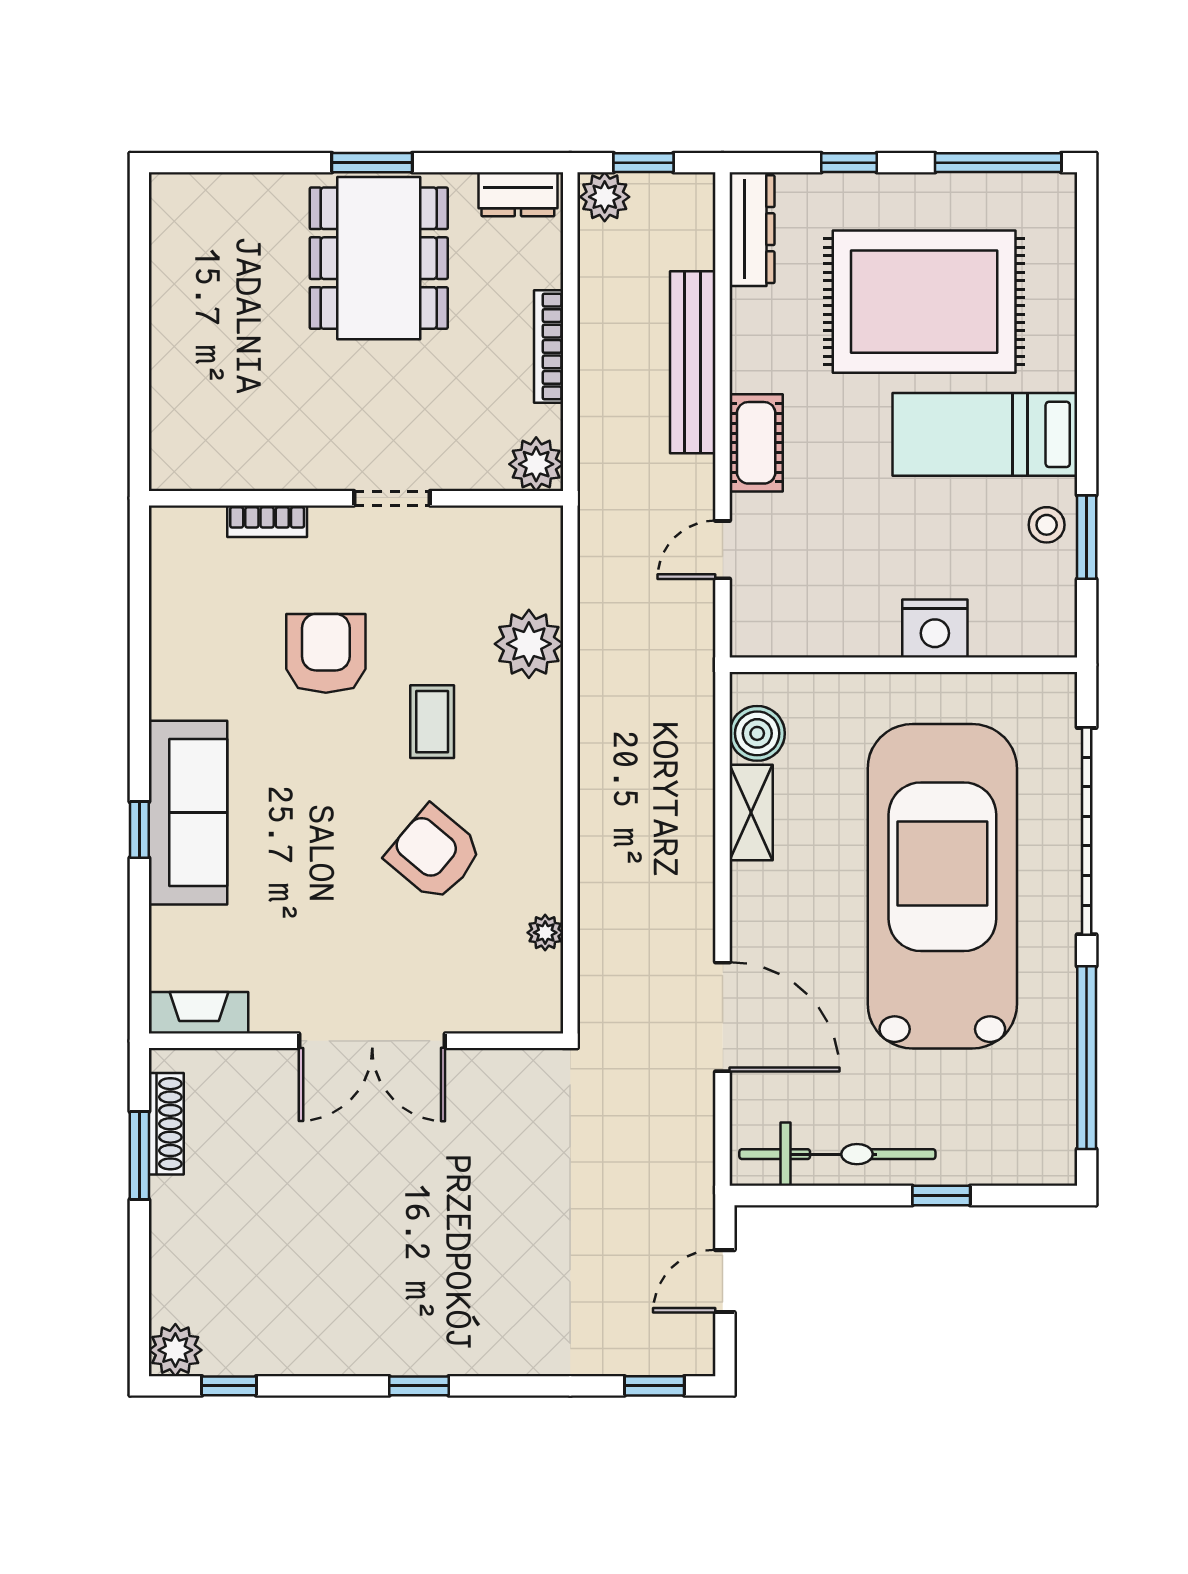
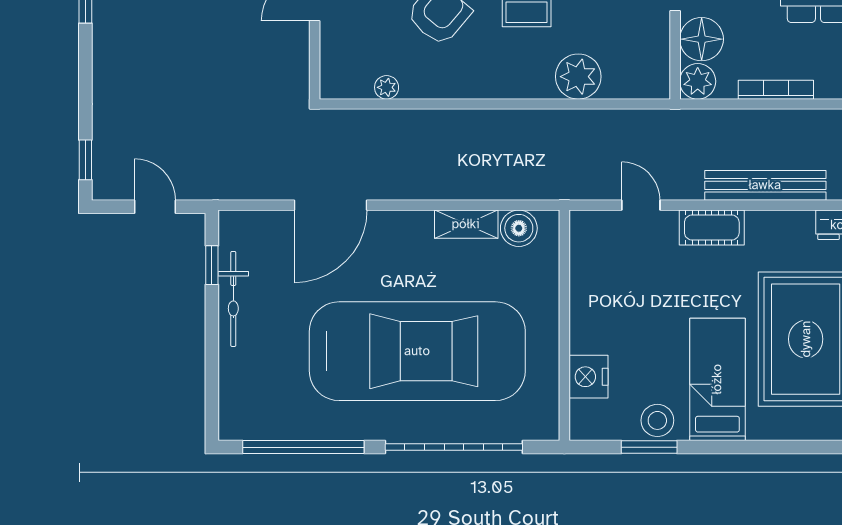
floor lamp: (473, 458) -> (702, 39), added
stool: (1047, 525) -> (657, 420), width x1.37, depth x1.37
nightstand: (935, 629) -> (588, 377), moved
bicycle: (837, 1154) -> (233, 299), width x0.73, depth x0.71
window: (941, 1195) -> (212, 265), moved

